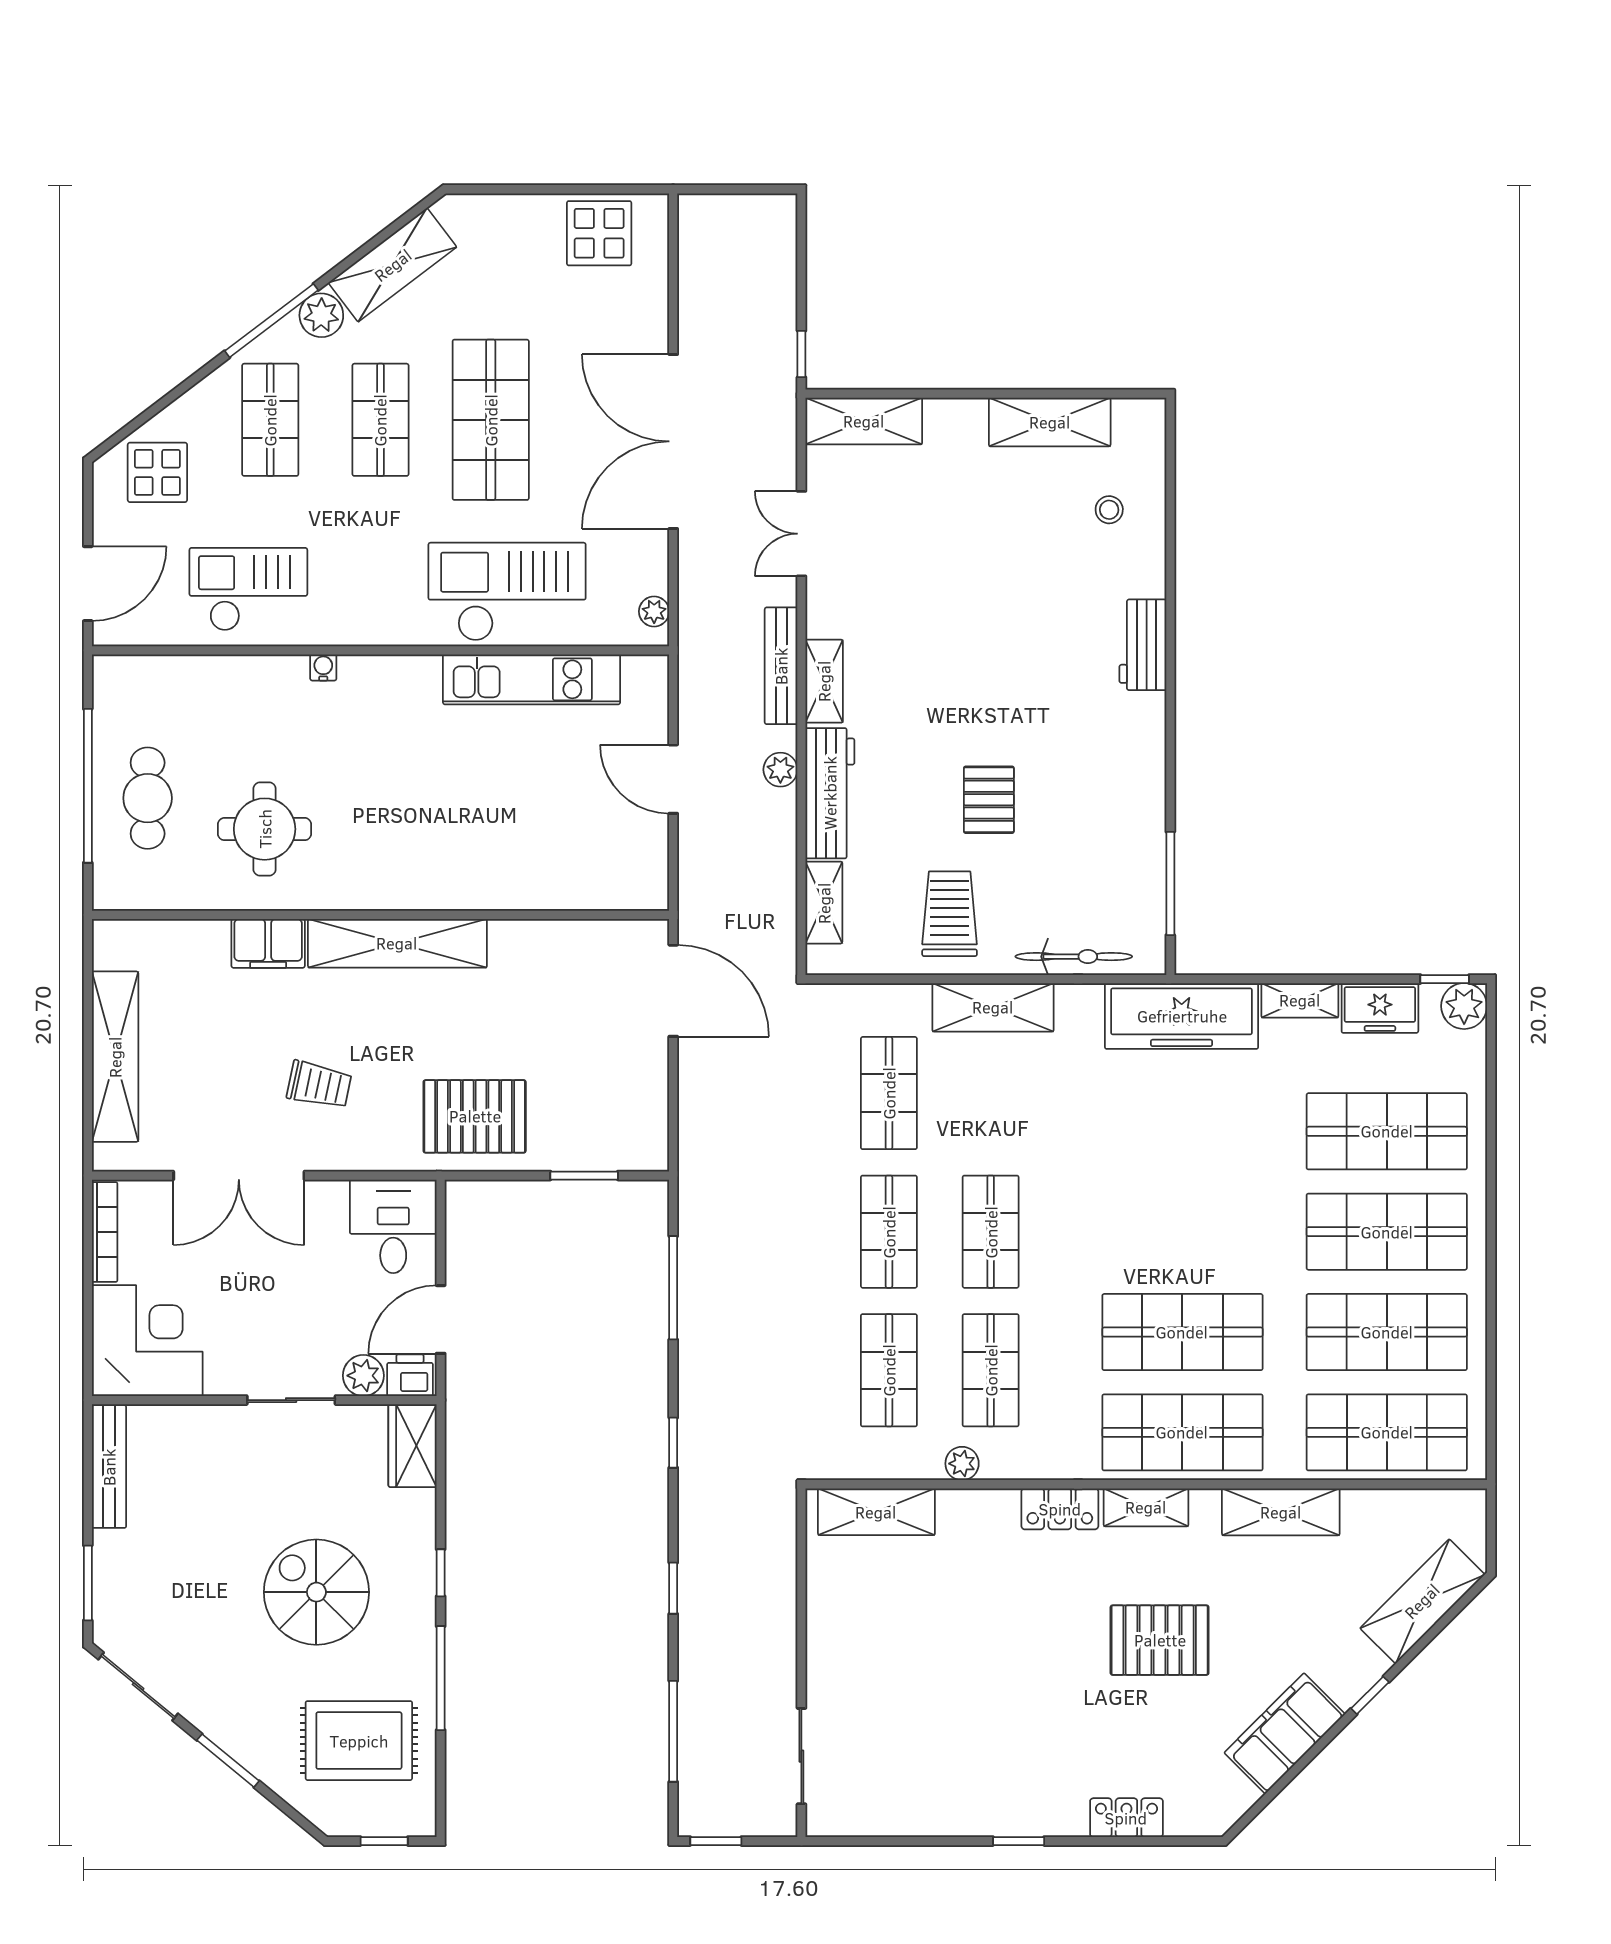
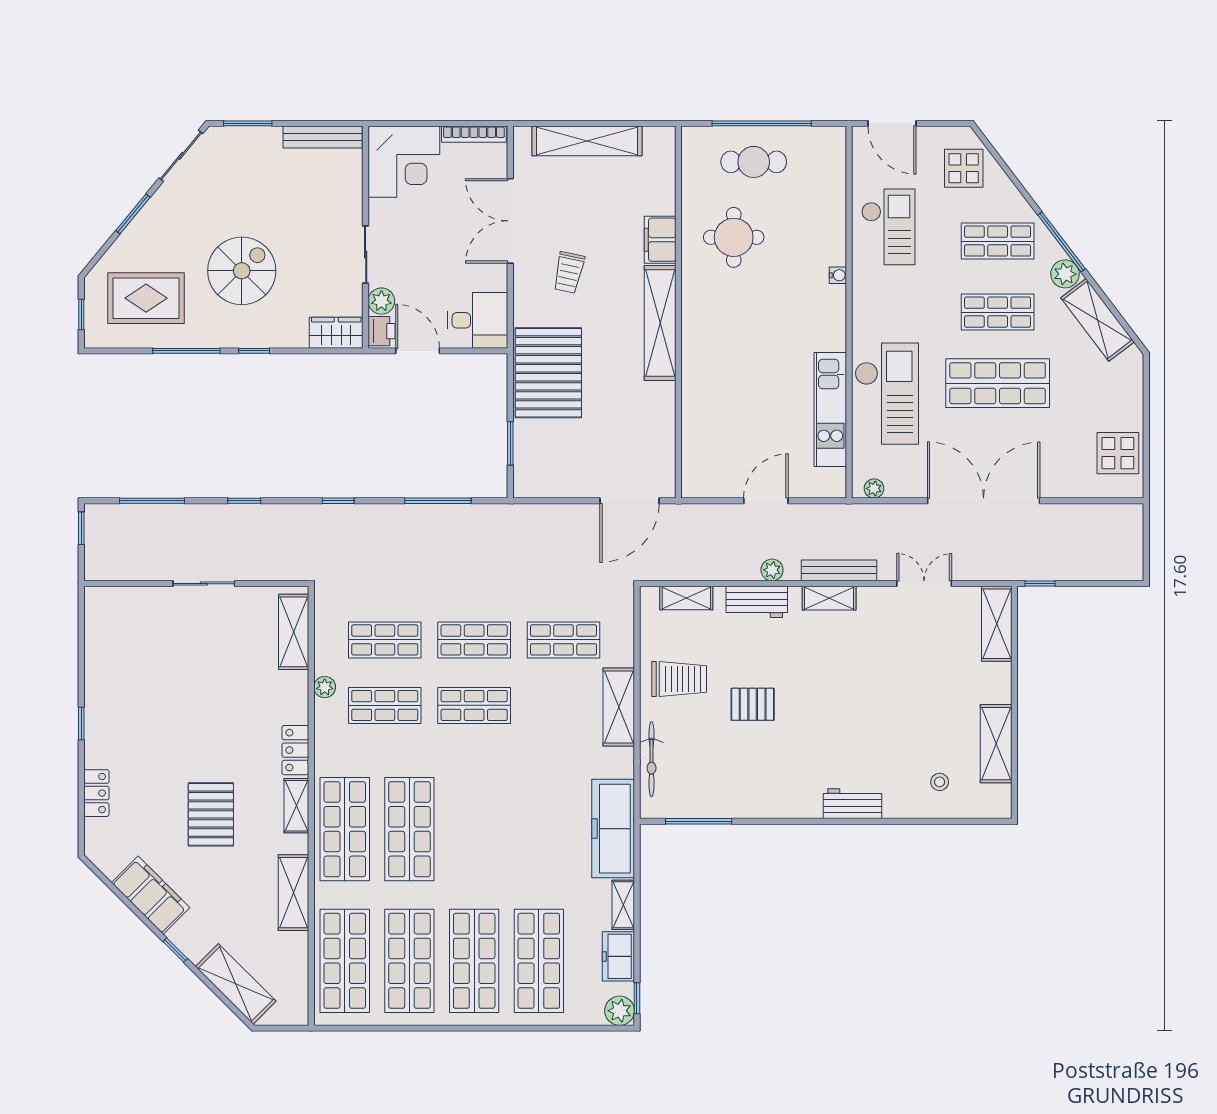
workbench: (830, 793) -> (757, 602), width x0.73
pallet: (475, 1116) -> (548, 373), width x1.37, depth x1.41
rug: (359, 1741) -> (146, 298), turned 90
sliding door: (801, 1756) -> (204, 584), moved

